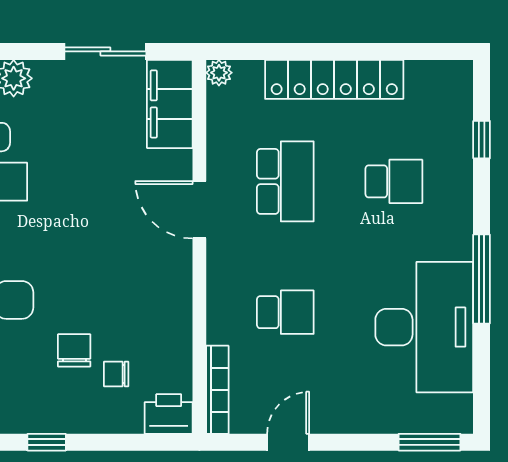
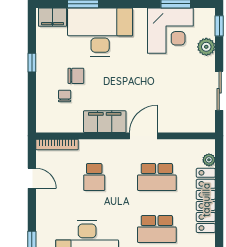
plant: (219, 73) -> (209, 160), moved
filing cabinet: (170, 104) -> (105, 122), moved
school desk: (394, 181) -> (157, 229), width x1.85
printer: (169, 414) -> (45, 121), removed

